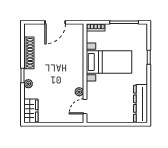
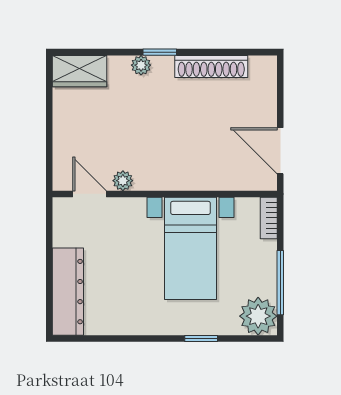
door: (55, 22) -> (280, 151), moved
plant: (139, 32) -> (258, 316), added
dresser: (141, 104) -> (68, 292), moved, turned 90

